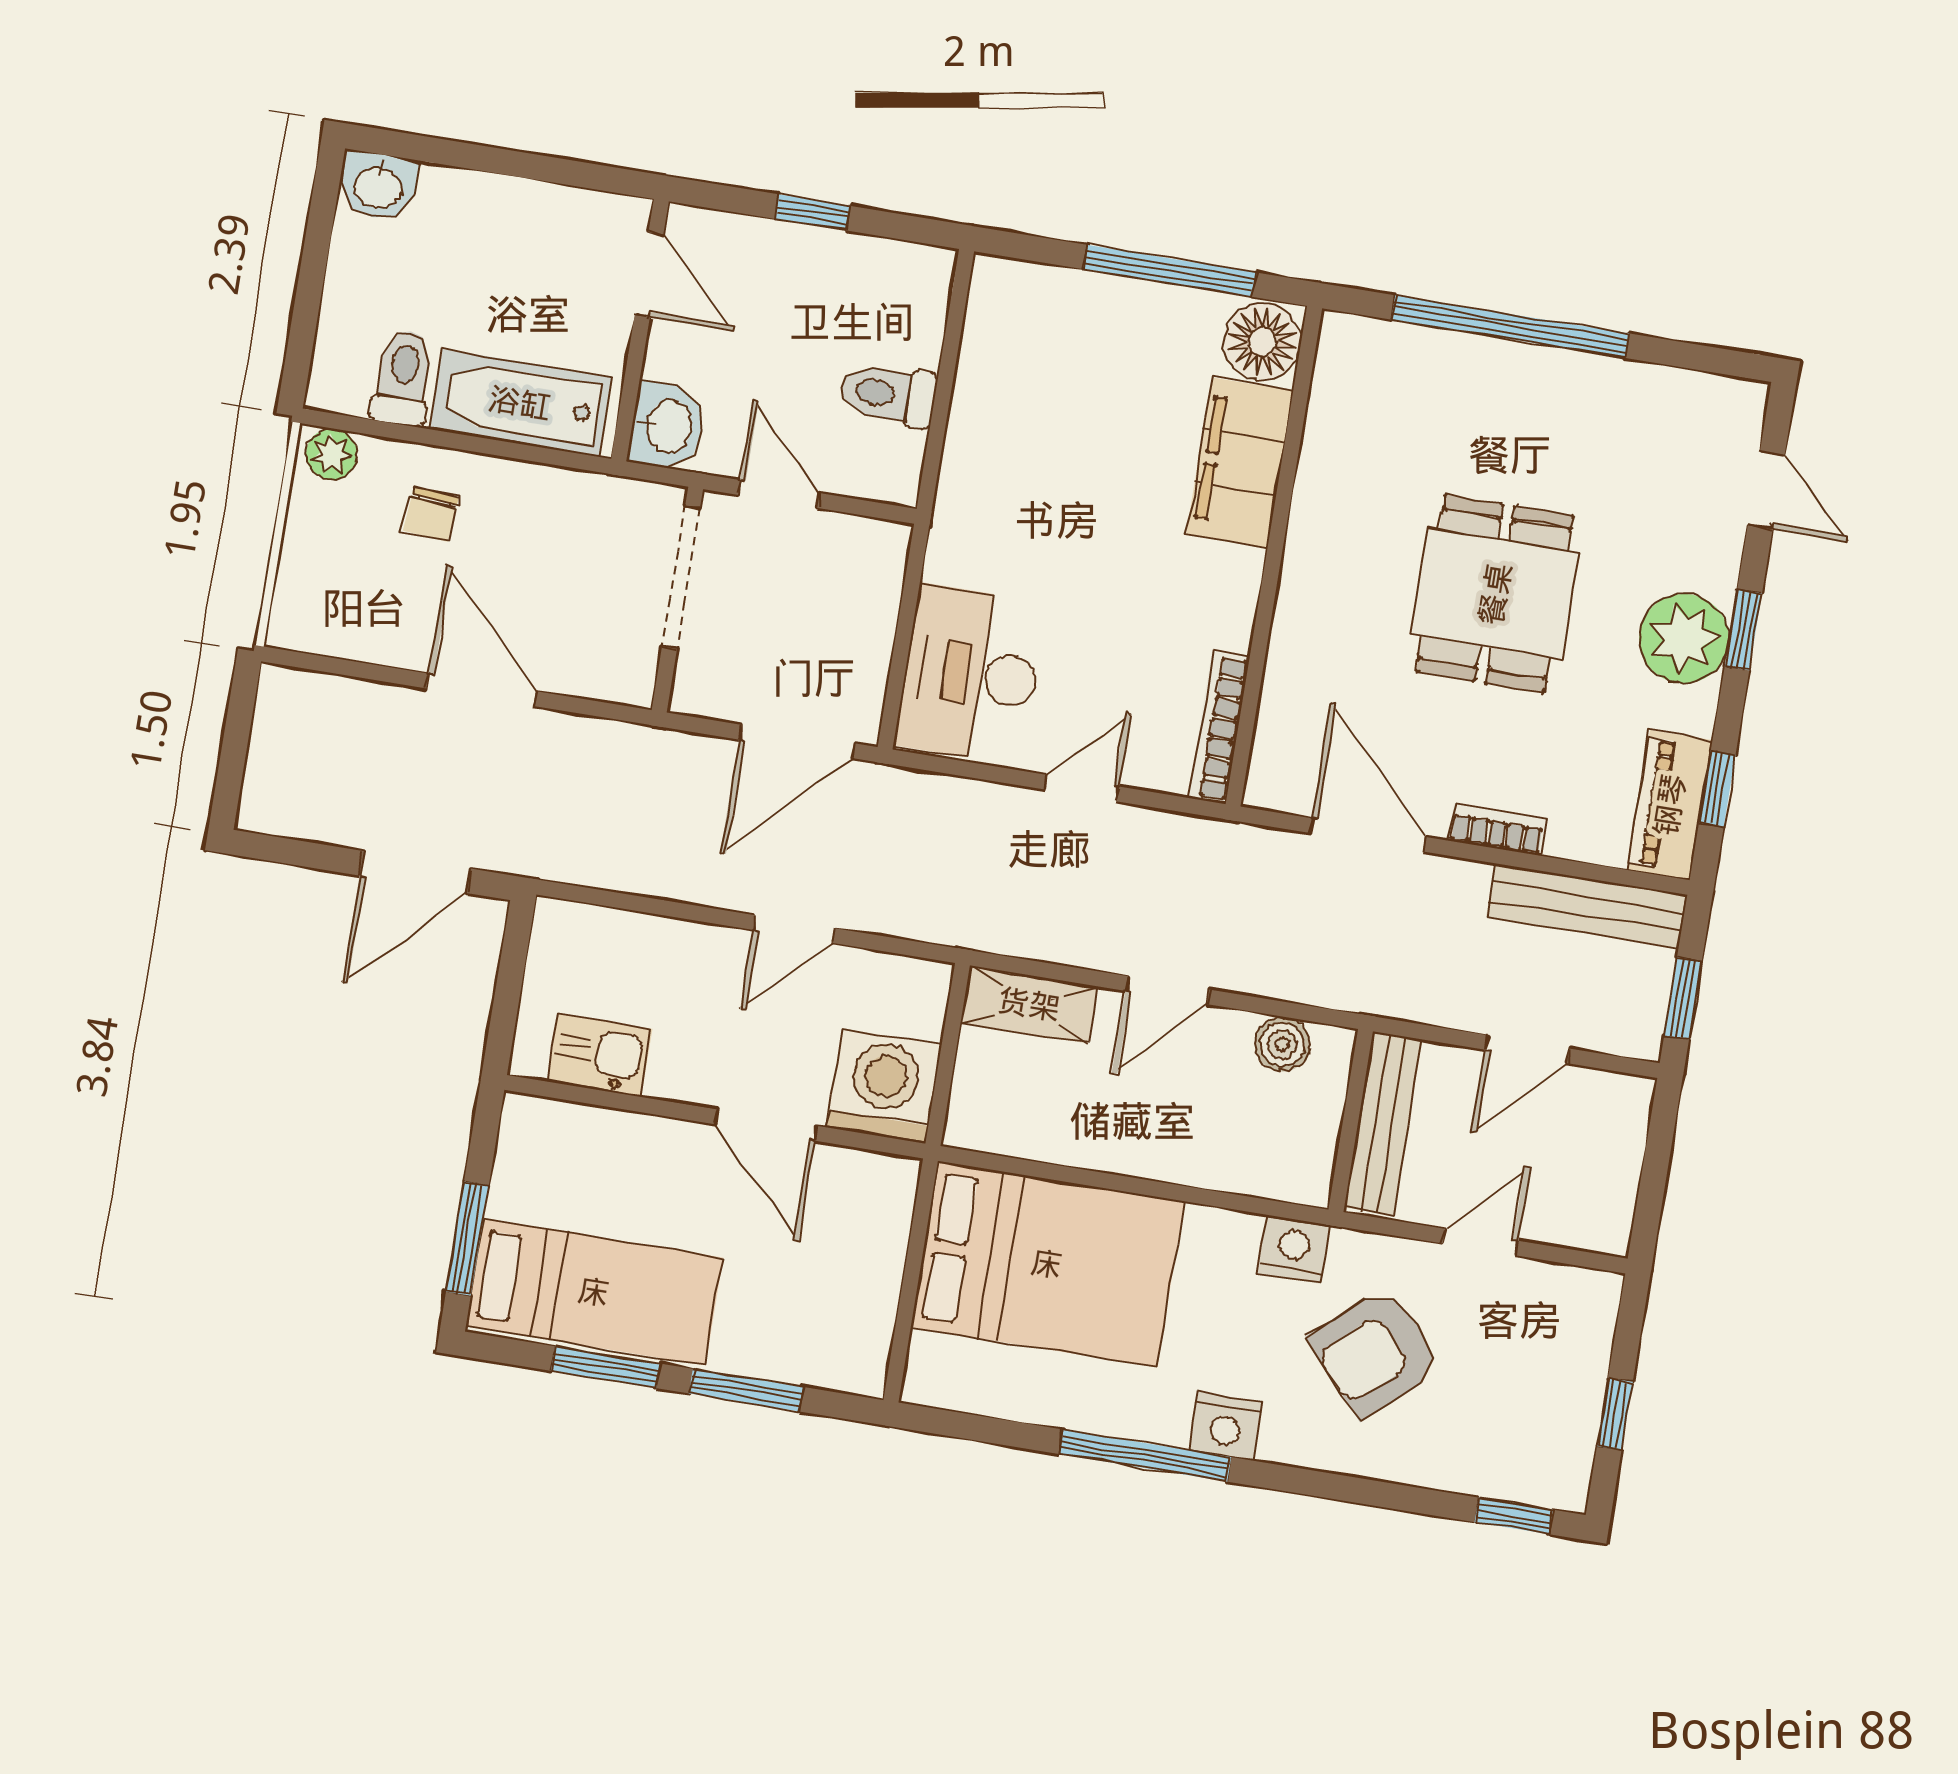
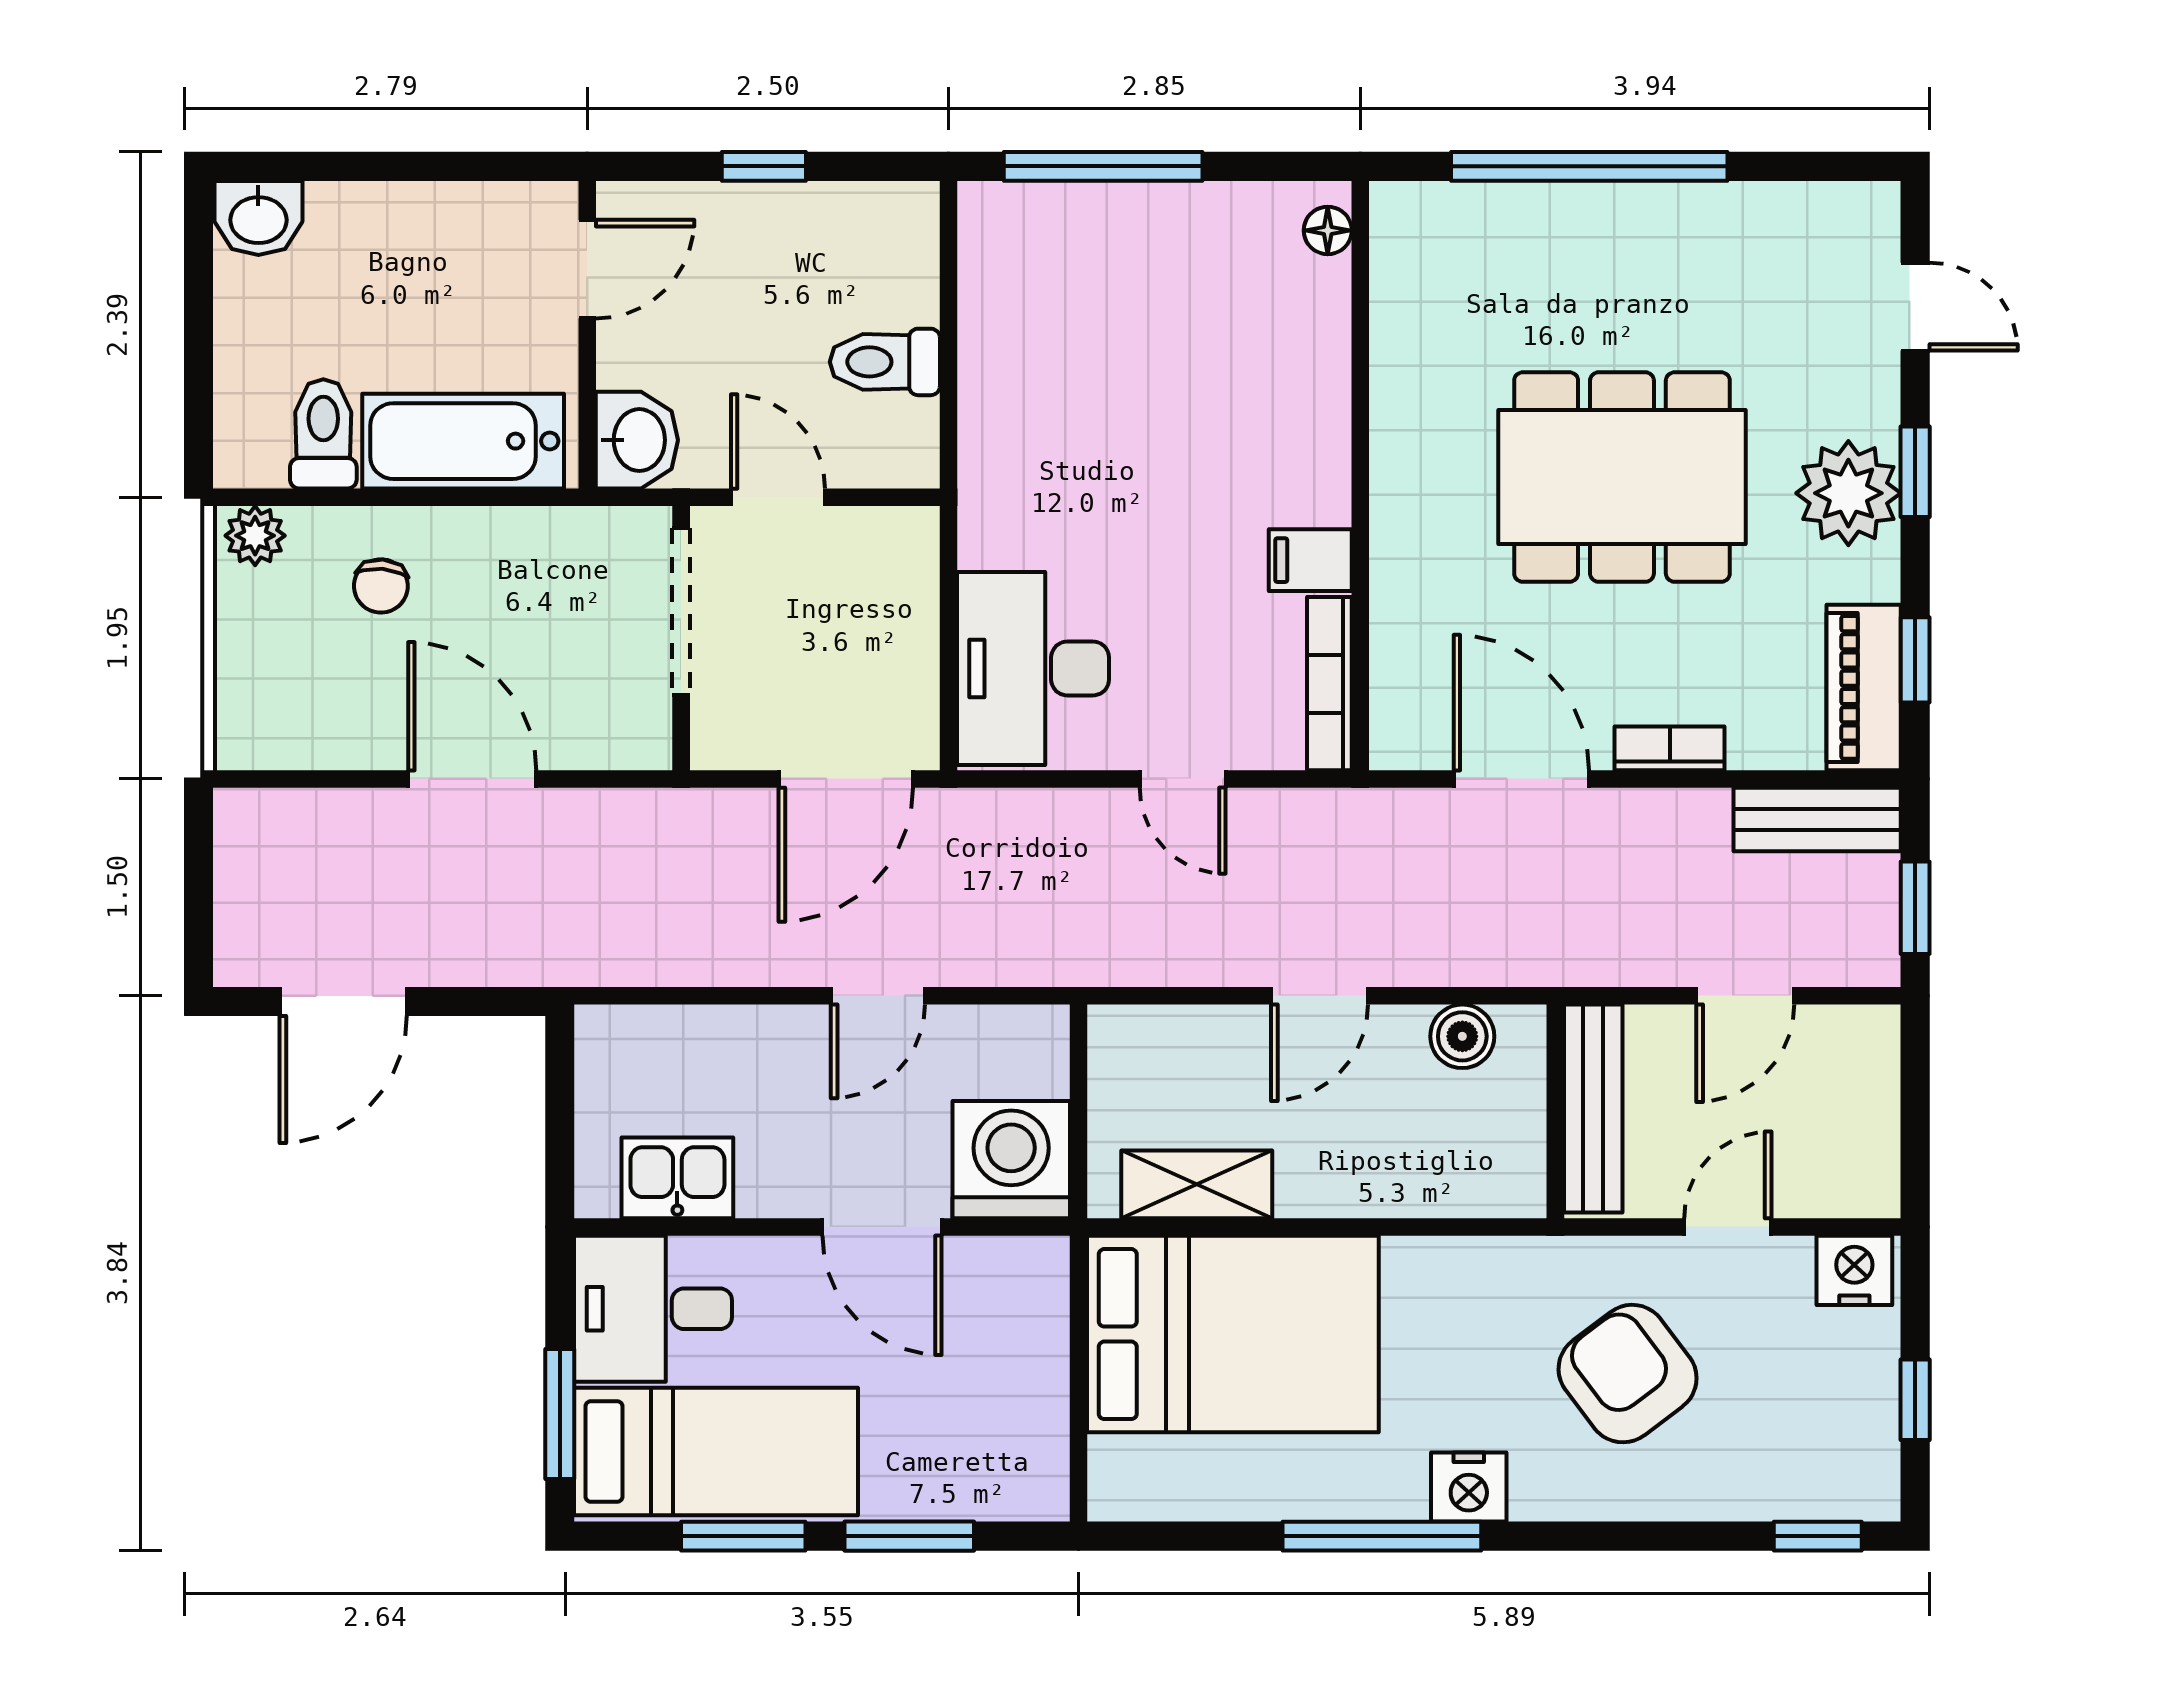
window: (1169, 271) -> (1103, 166), moved
door: (649, 275) -> (587, 269), hinge flipped
floor lamp: (1262, 342) -> (1328, 230), width x0.53, depth x0.53
filing cabinet: (1240, 463) -> (1310, 560), moved, width x0.33, depth x0.86
dining table: (1495, 594) -> (1622, 477), width x1.37
door: (1082, 788) -> (1183, 779), swing flipped
door: (415, 872) -> (343, 1002), moved
bench: (1587, 906) -> (1817, 820), width x0.73
shelving: (1029, 1004) -> (1197, 1184), moved
desk: (561, 1162) -> (653, 1309), added
nightstand: (1294, 1249) -> (1854, 1270), moved
armchair: (1375, 1352) -> (1628, 1374), turned 95

